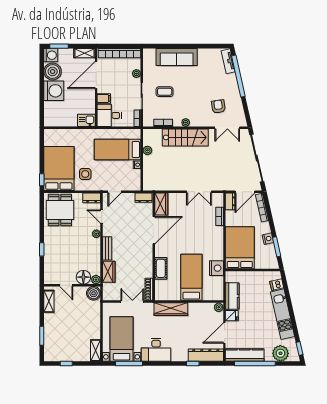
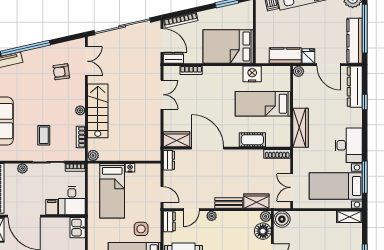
plant: (147, 150) -> (93, 155), moved
nightstand: (268, 239) -> (217, 13), removed
double door: (132, 302) -> (292, 187), moved

